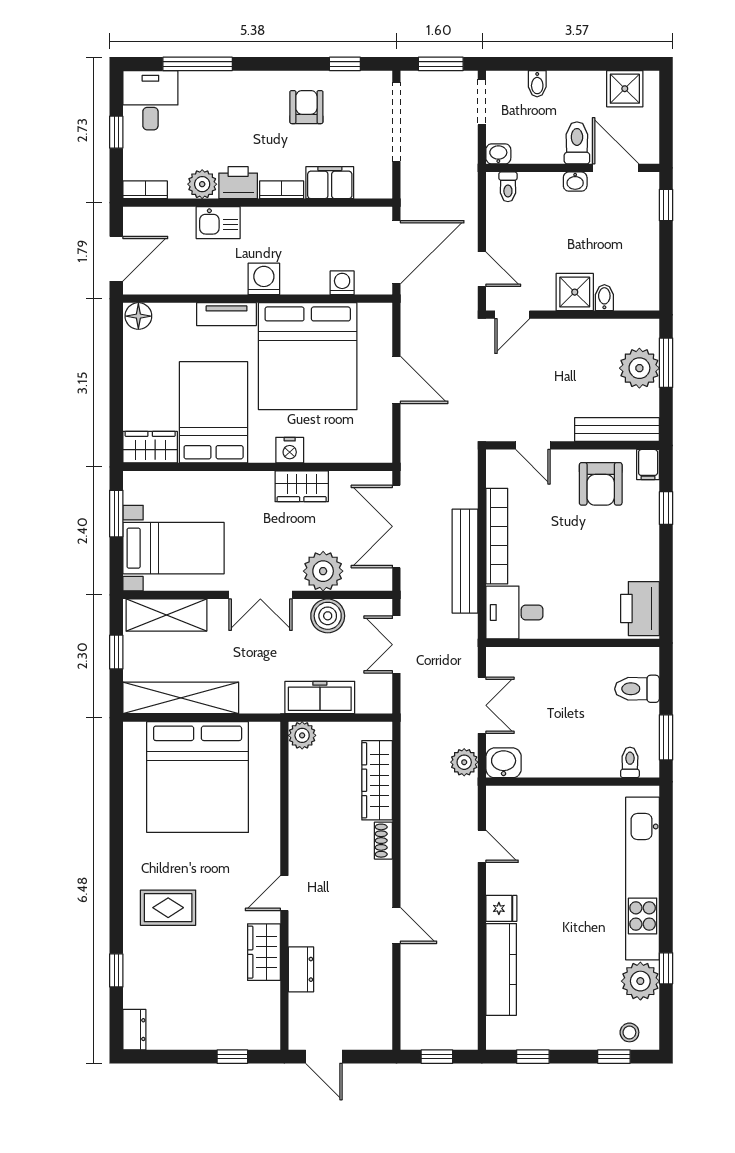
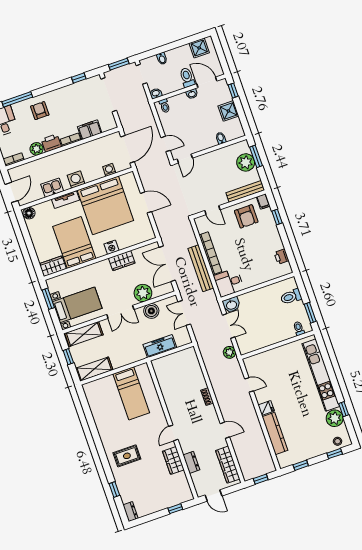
armchair: (306, 107) -> (40, 111), moved
kitchen sink: (218, 223) -> (52, 188), moved, turned 180
shower: (575, 292) -> (228, 111), moved
printer: (640, 609) -> (281, 257), width x0.53, depth x0.68
shelving: (181, 698) -> (94, 369), width x0.68
plant: (302, 735) -> (158, 365), removed
washbasin: (504, 763) -> (231, 305), moved, turned 180
bed: (198, 777) -> (131, 393), width x0.49
wardrobe: (377, 780) -> (228, 465), moved

